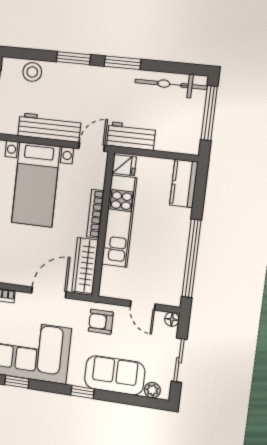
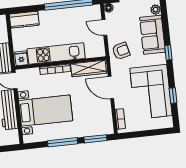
door: (143, 305) -> (104, 27), swing flipped
armchair: (101, 322) -> (121, 51), turned -104

